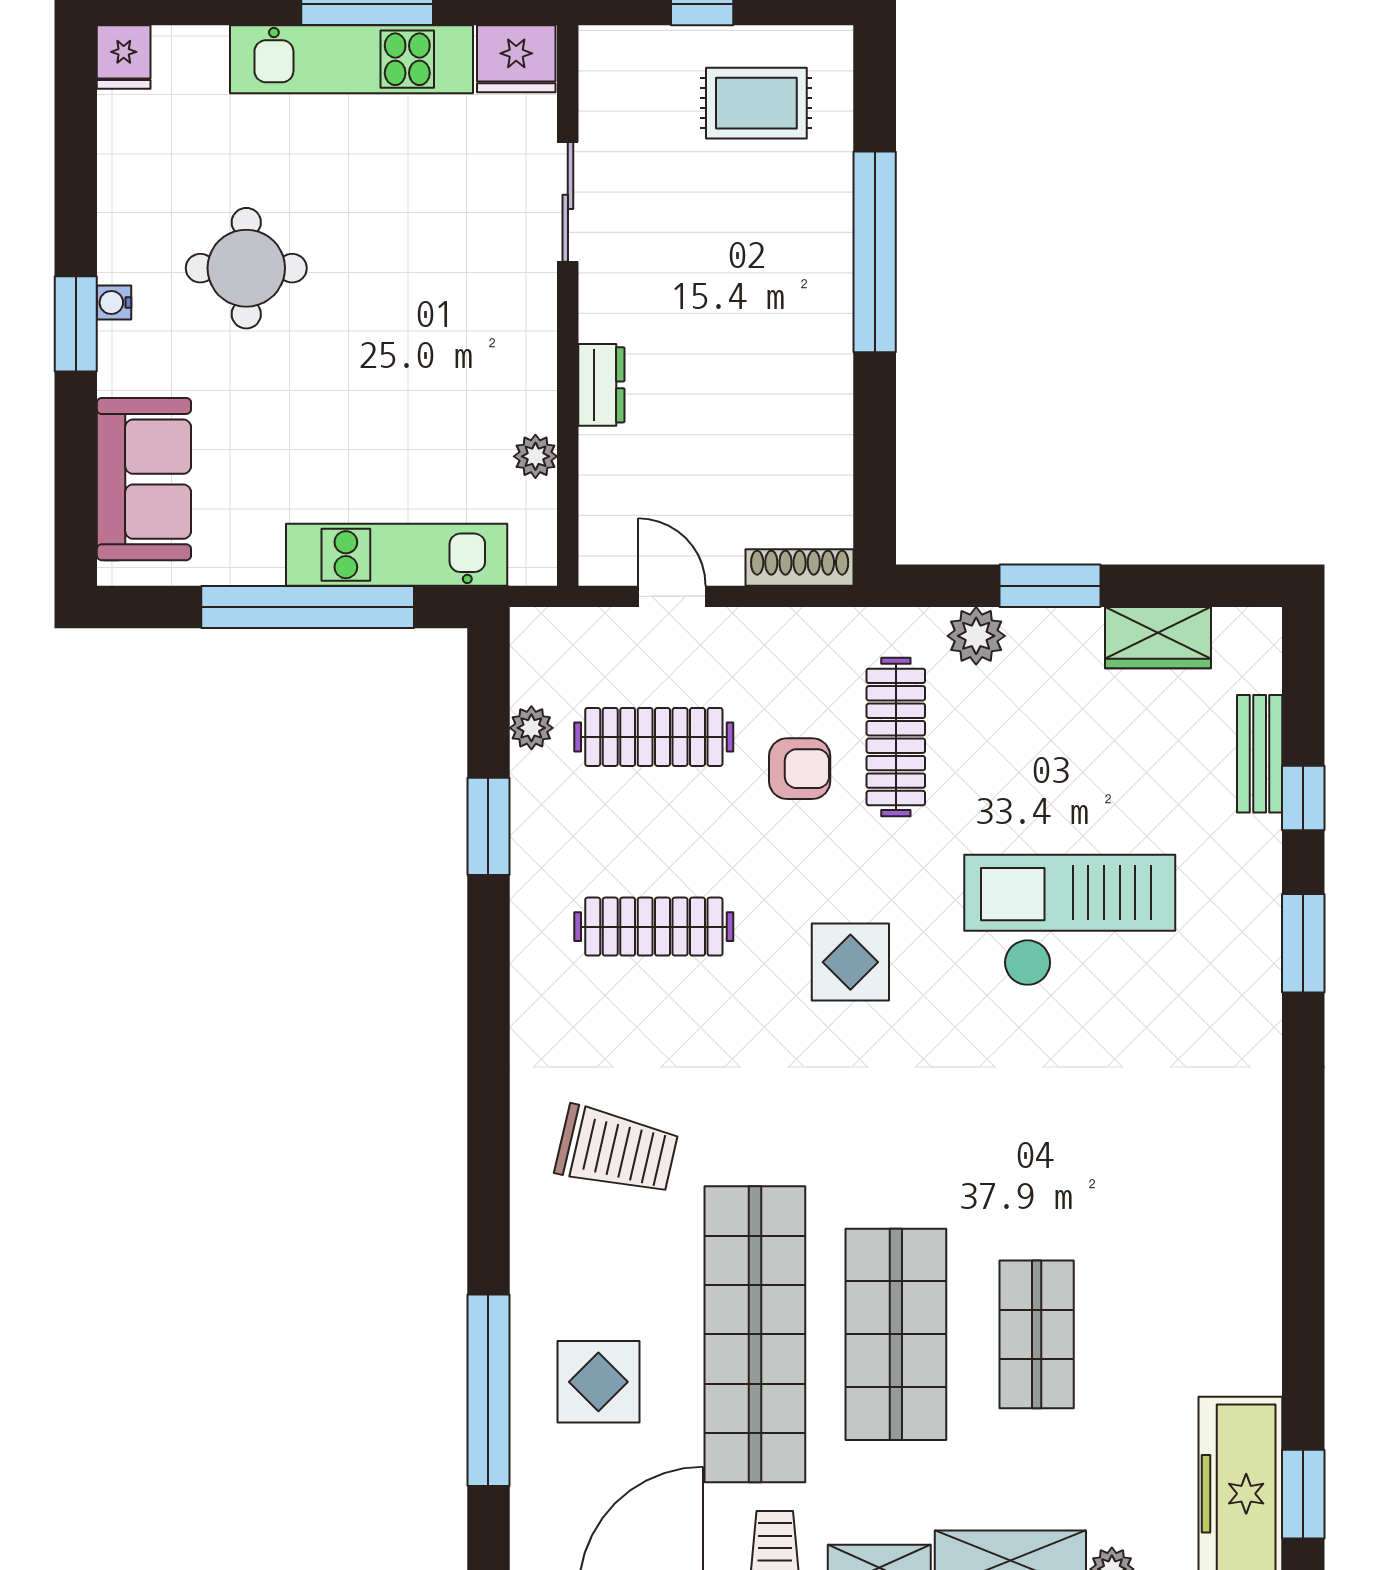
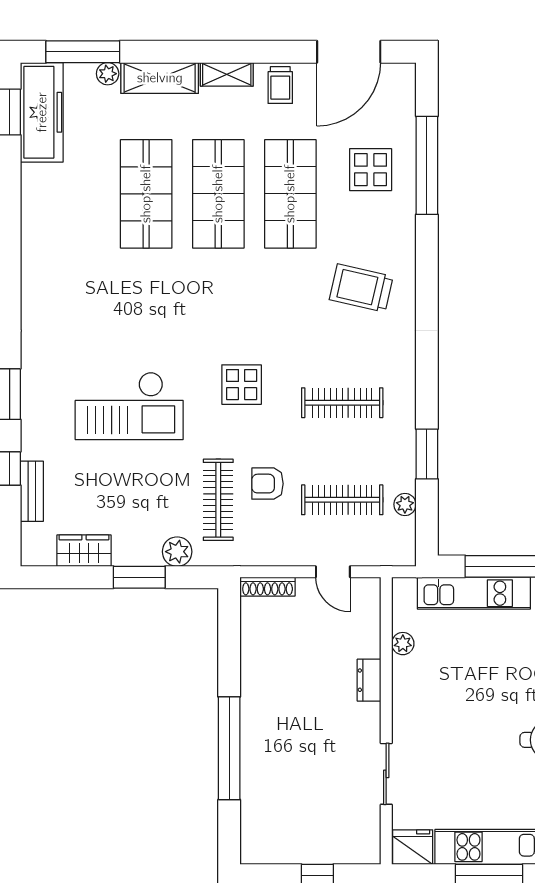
rug: (756, 103) -> (290, 824), removed
shop shelf: (755, 1334) -> (290, 194), width x0.71
shop shelf: (1037, 1334) -> (146, 194), width x1.43, depth x1.36

